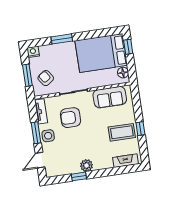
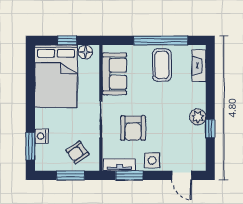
window: (62, 39) -> (30, 146), moved
window: (128, 47) -> (67, 40), moved
nightstand: (33, 52) -> (41, 136), moved
window: (140, 129) -> (161, 40), width x3.17
window: (36, 133) -> (129, 175), moved

